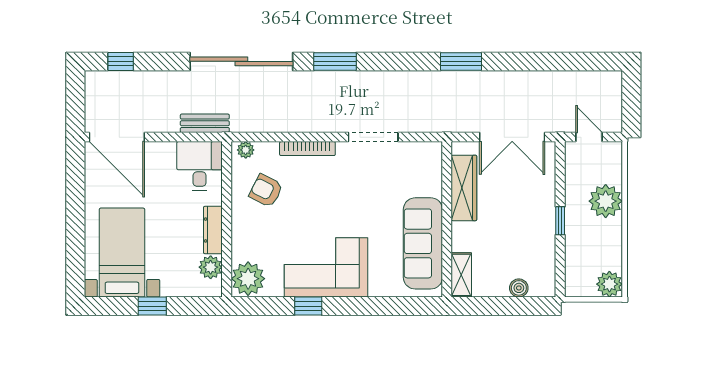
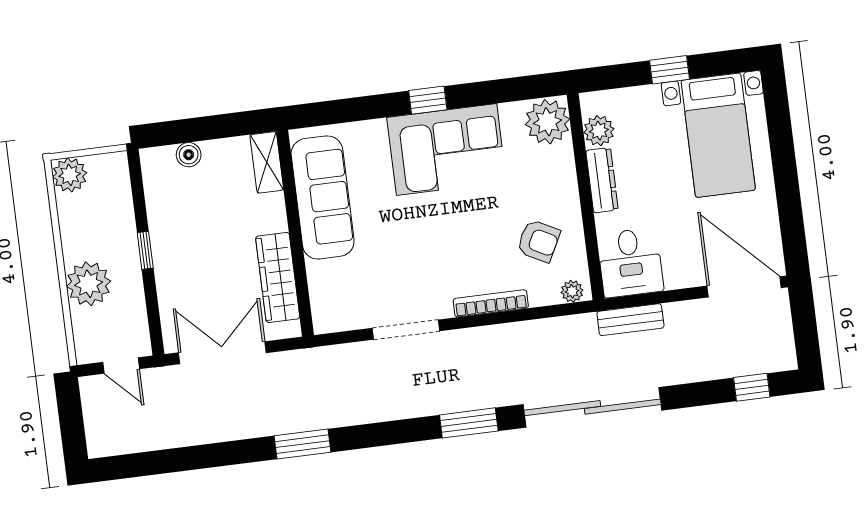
window: (308, 306) -> (428, 100), moved

